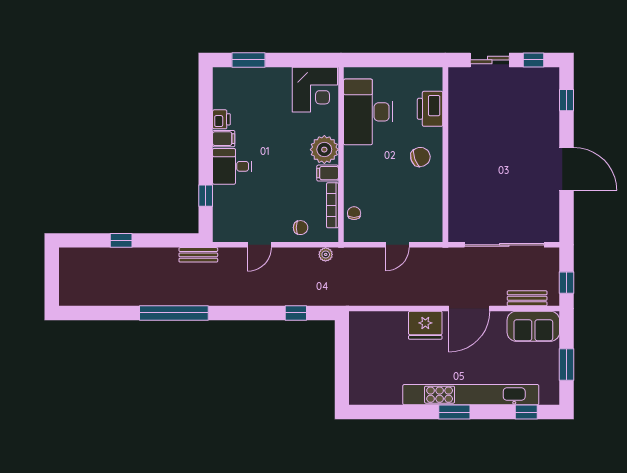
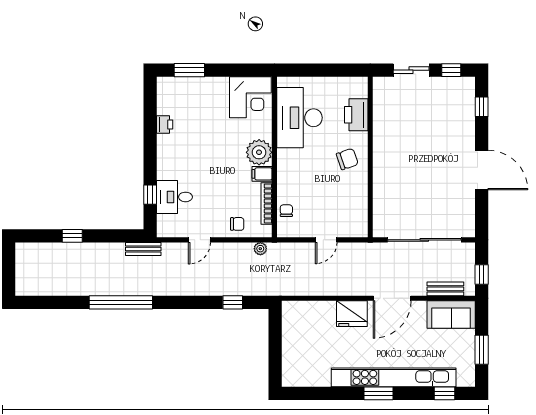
filing cabinet: (224, 139) -> (167, 142), removed
desk: (232, 166) -> (174, 197), moved

